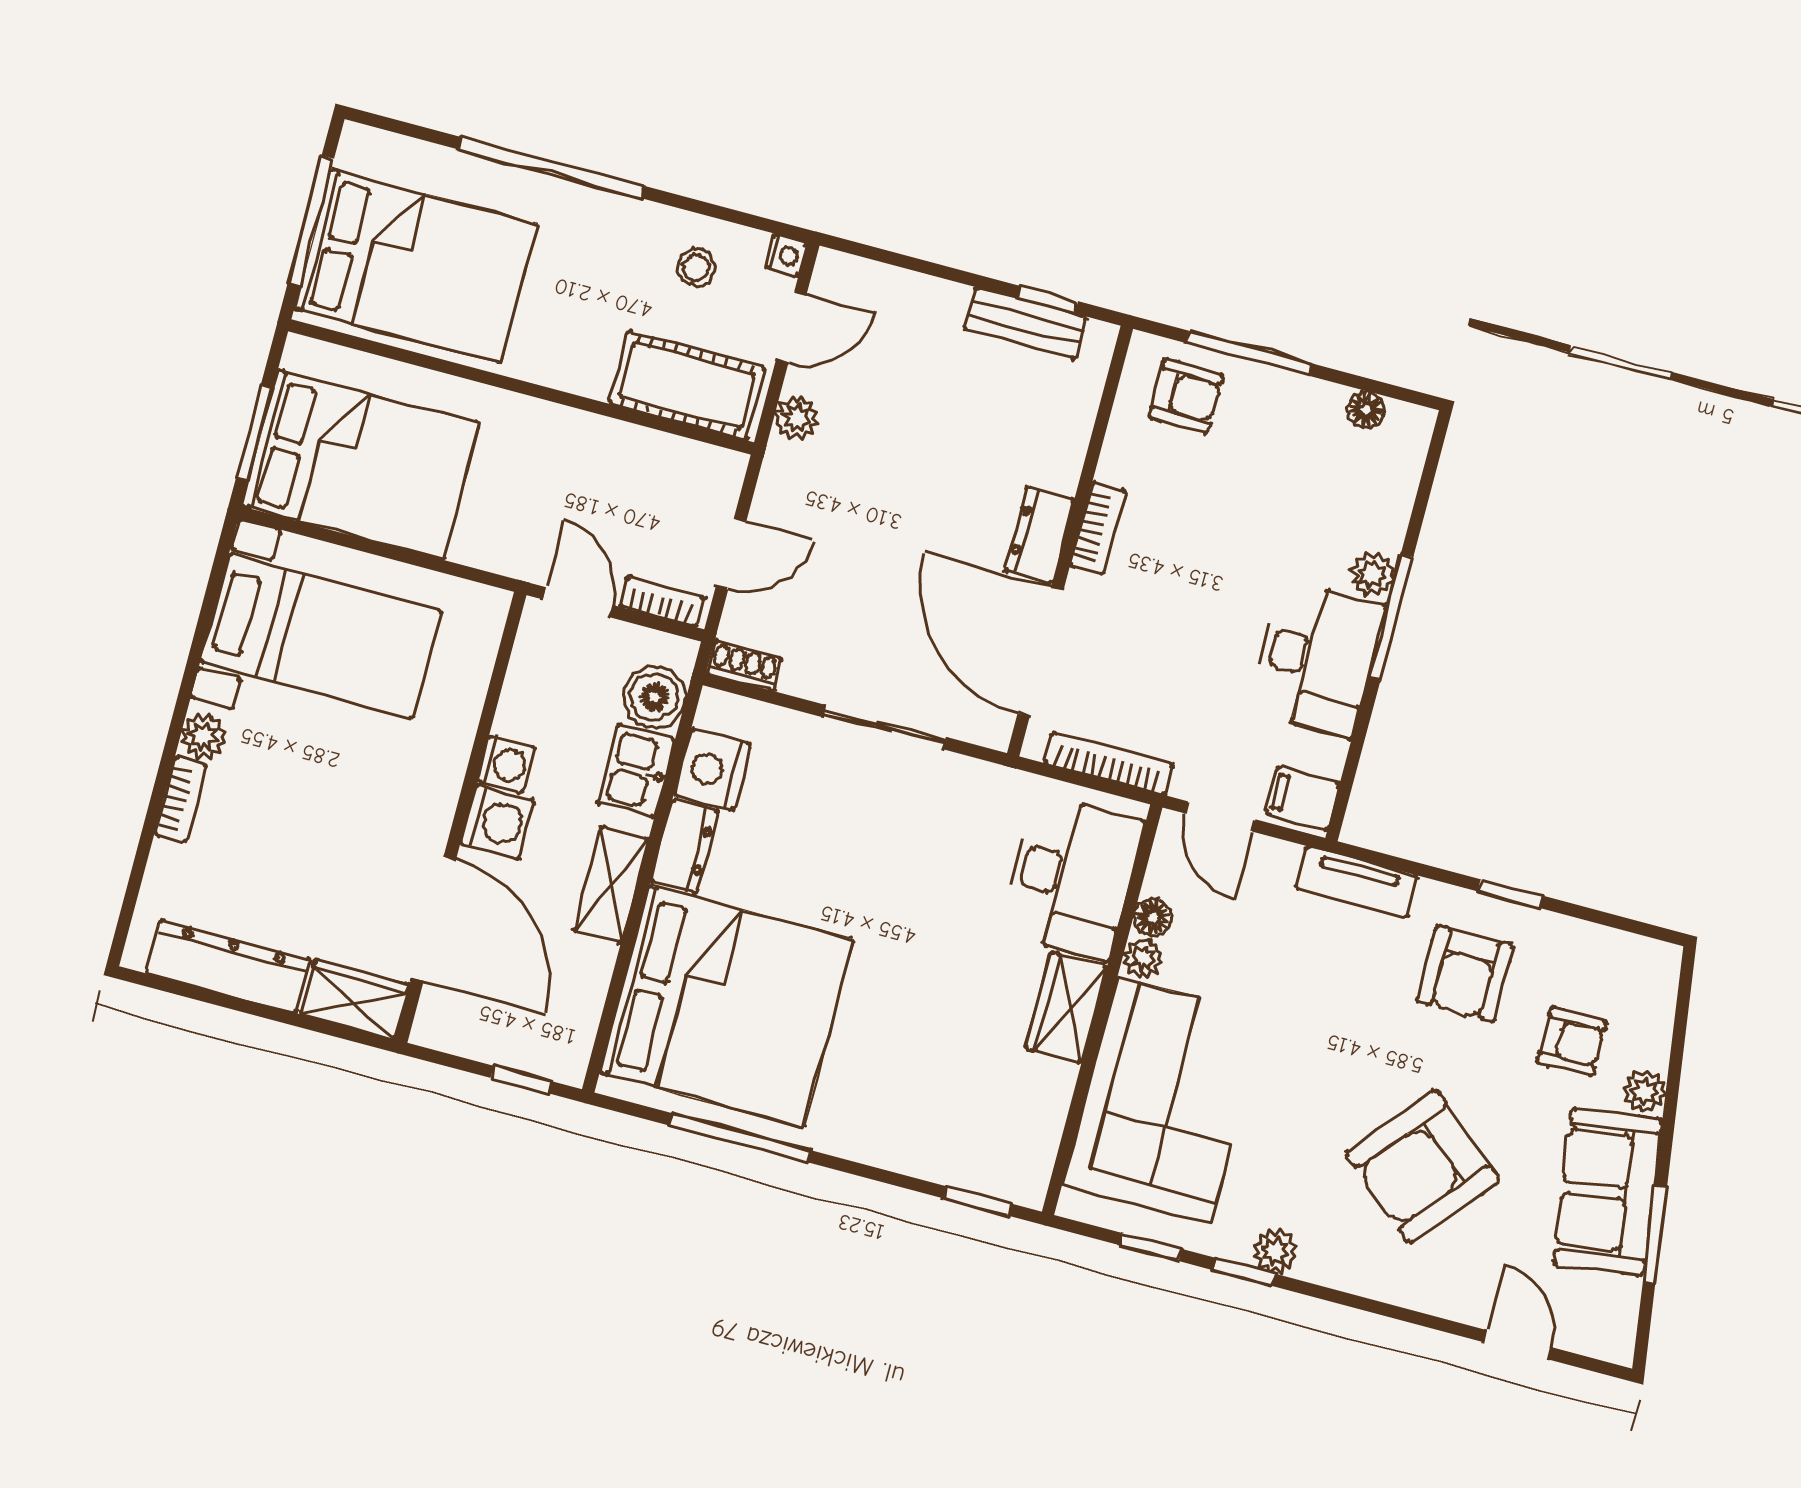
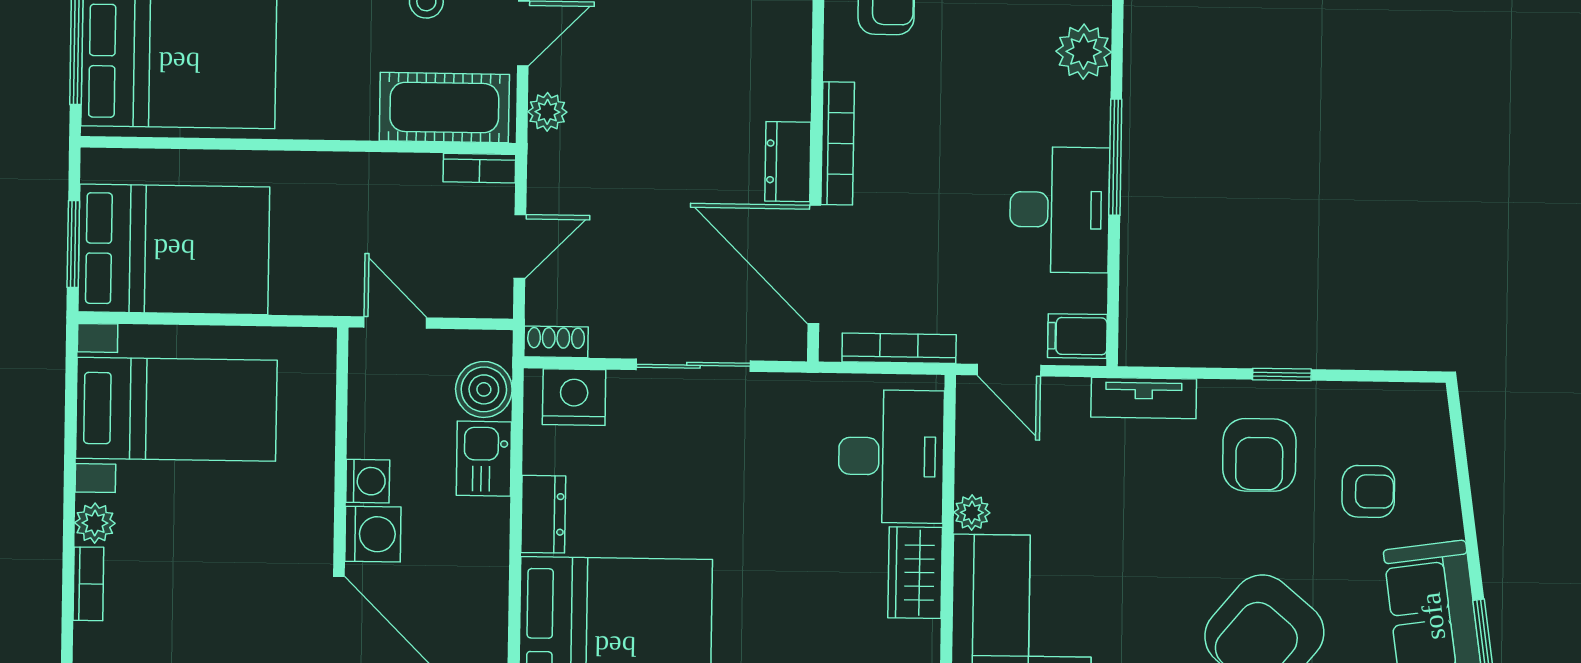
bookcase: (1098, 529) -> (838, 143), width x1.56
plant: (1372, 575) -> (1084, 52), moved, width x1.38, depth x1.38
bookcase: (662, 602) -> (479, 168), moved, turned 180
nightstand: (712, 769) -> (574, 397), moved, turned 90
shelving: (611, 885) -> (487, 565), removed
floor lamp: (1153, 917) -> (972, 474), removed
plant: (1645, 1091) -> (1444, 519), removed

